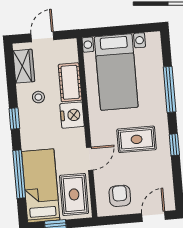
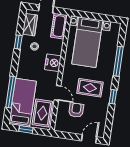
cot: (70, 82) -> (59, 26), moved
window: (14, 119) -> (18, 42), moved
door: (90, 159) -> (57, 93), hinge flipped
armchair: (120, 196) -> (76, 110), moved

